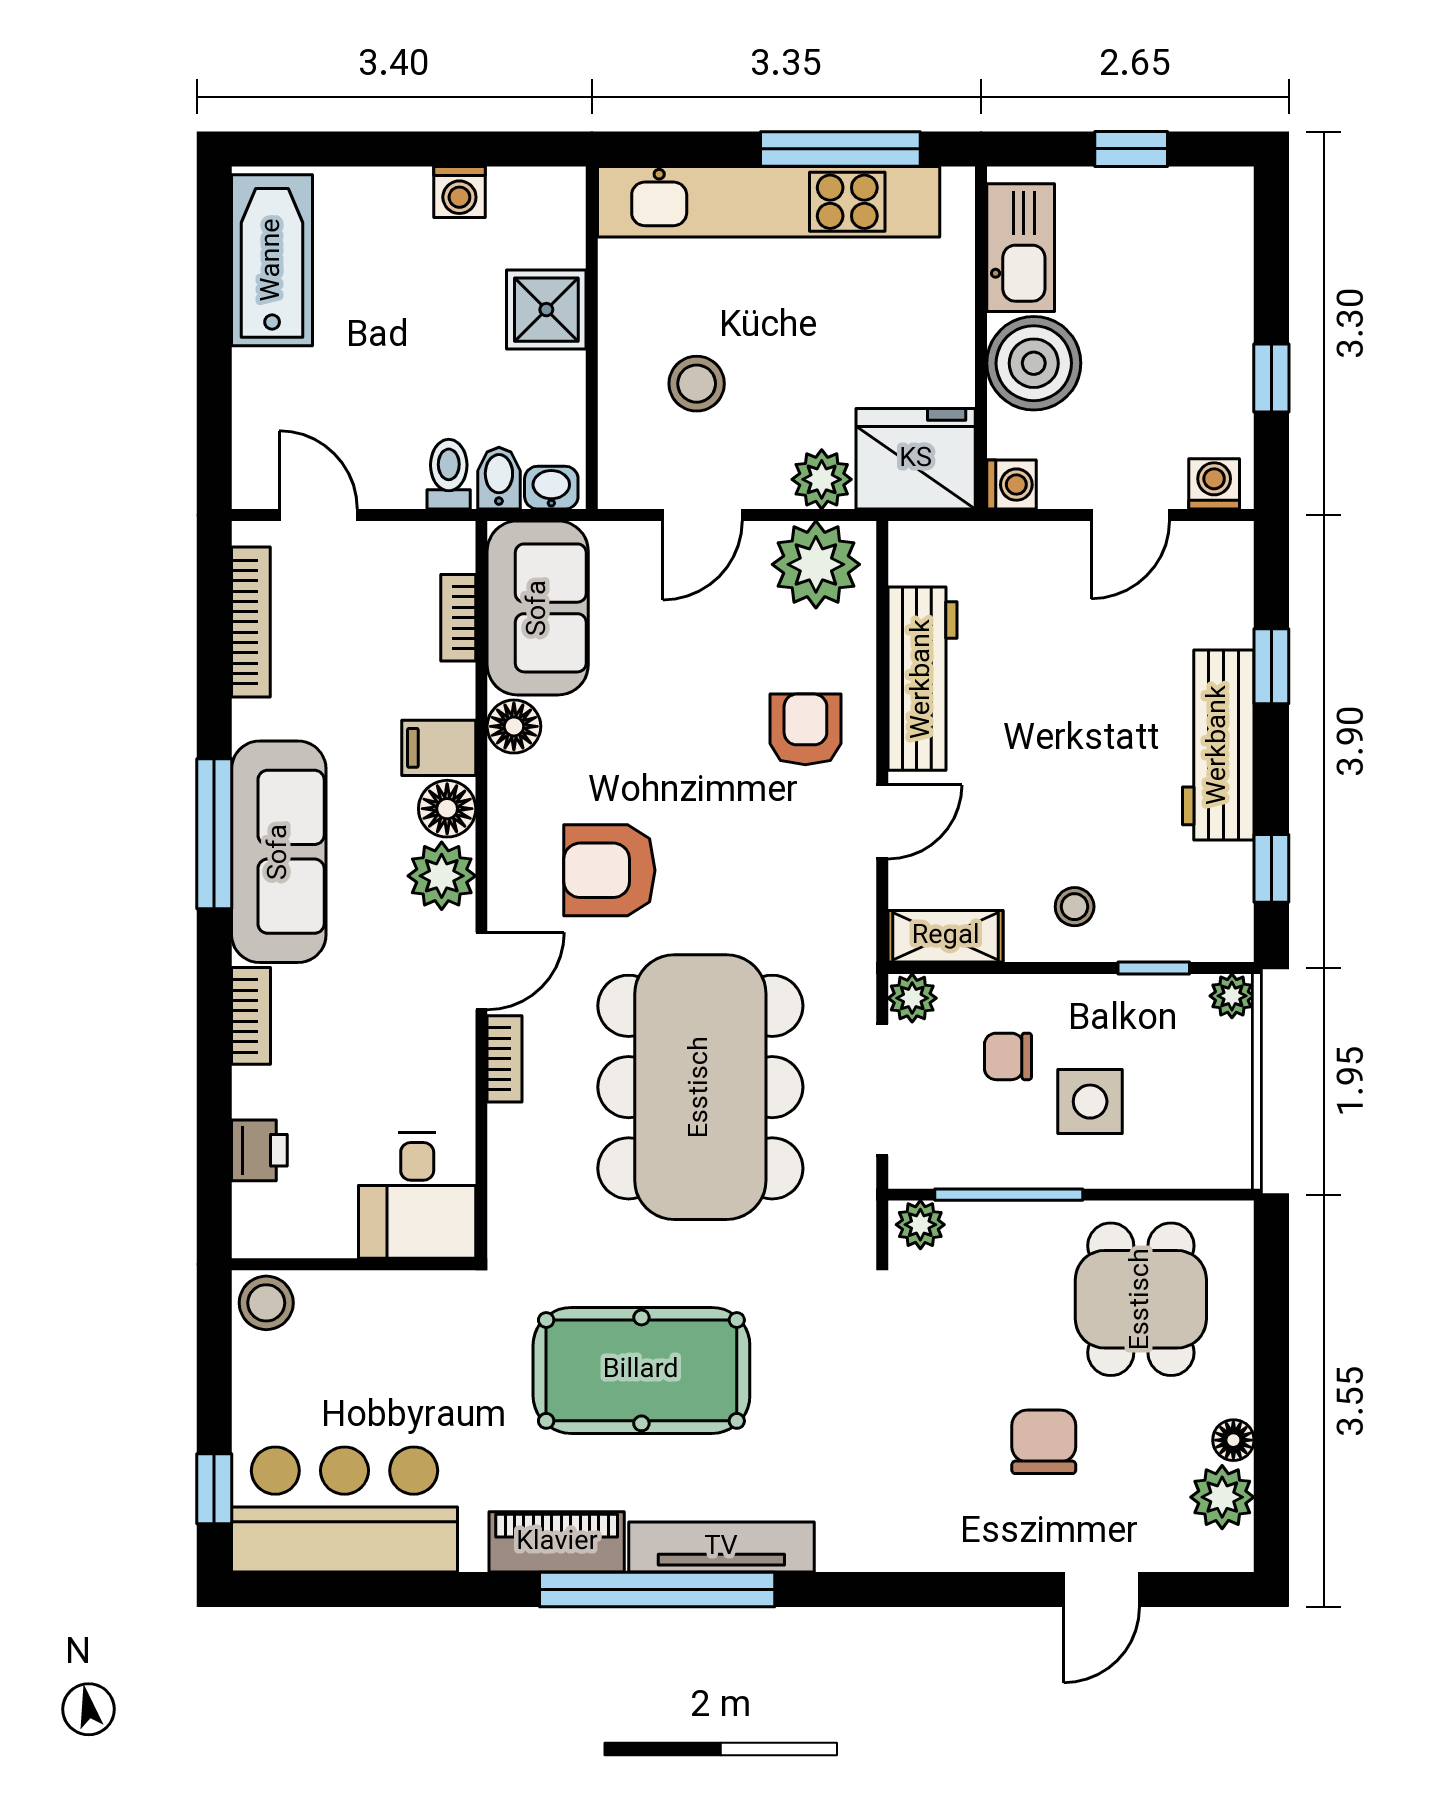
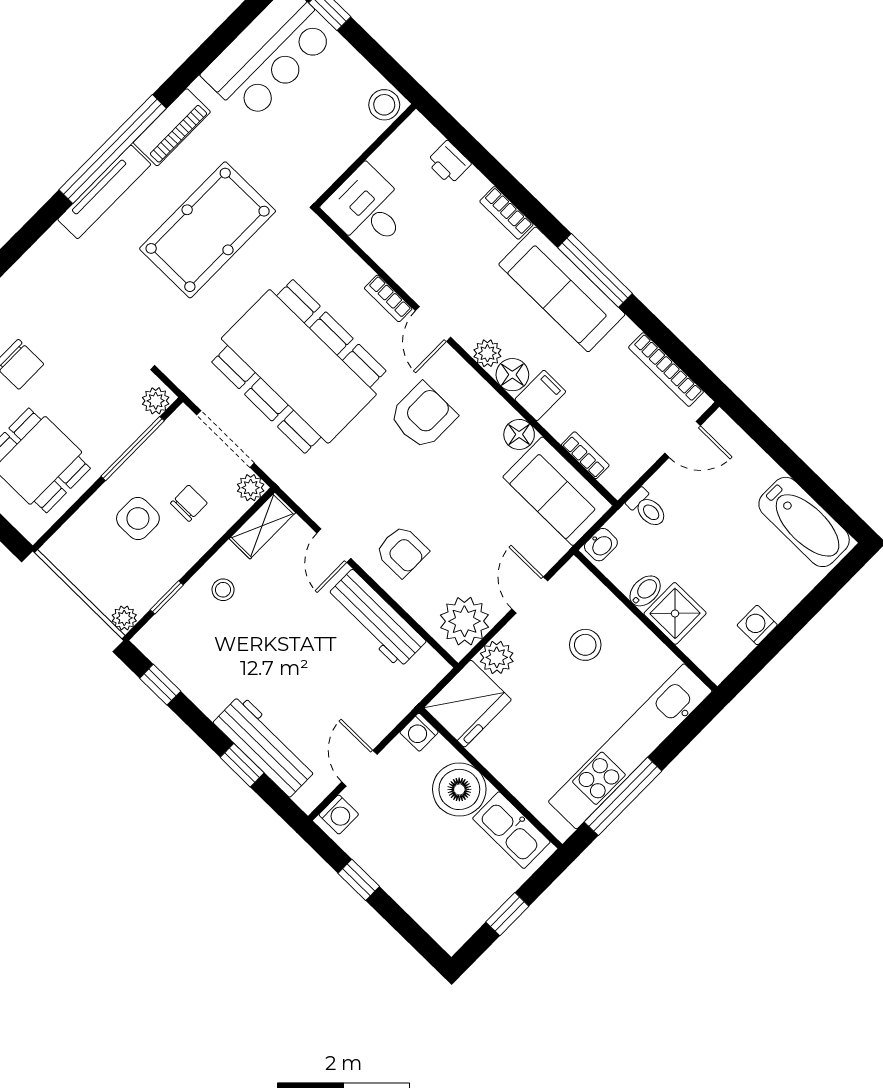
bidet: (499, 478) -> (645, 591), moved, turned -90
workbench: (1218, 745) -> (265, 746), moved
plant: (442, 876) -> (487, 353), width x0.73, depth x0.73

